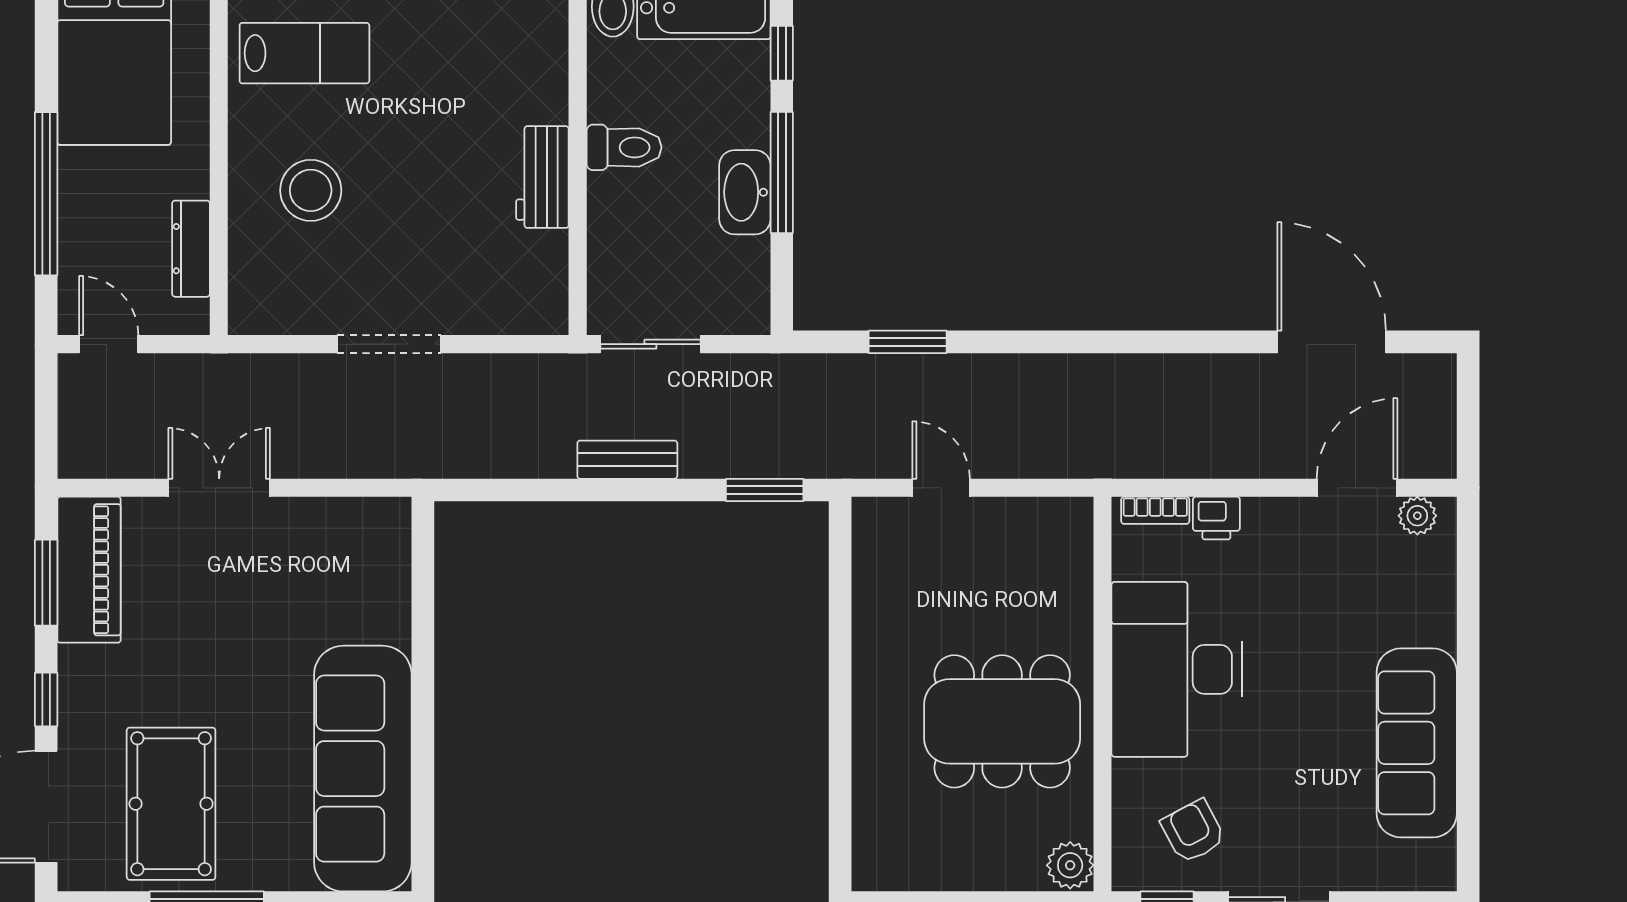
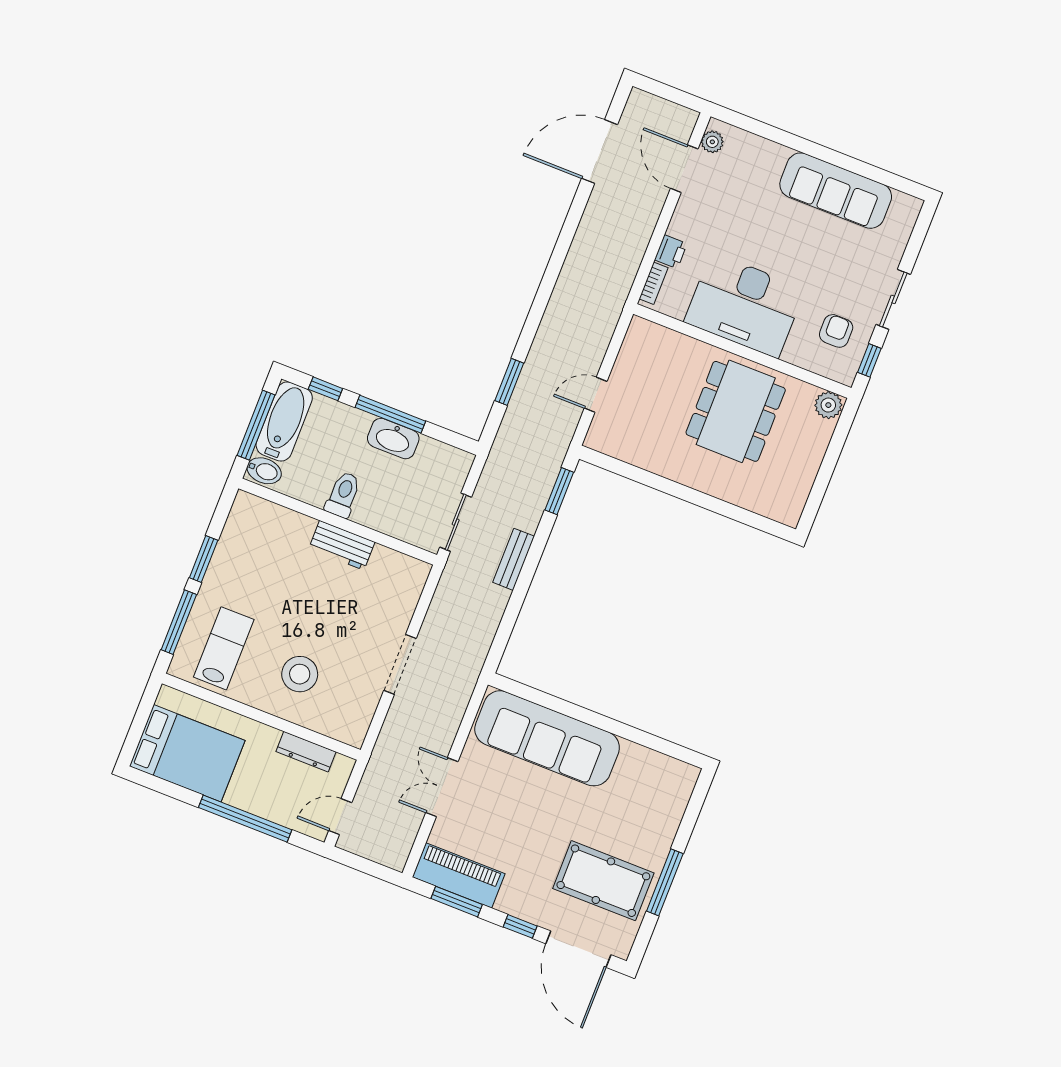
sofa: (363, 769) -> (547, 738), moved
armchair: (1193, 831) -> (836, 331), turned 118

